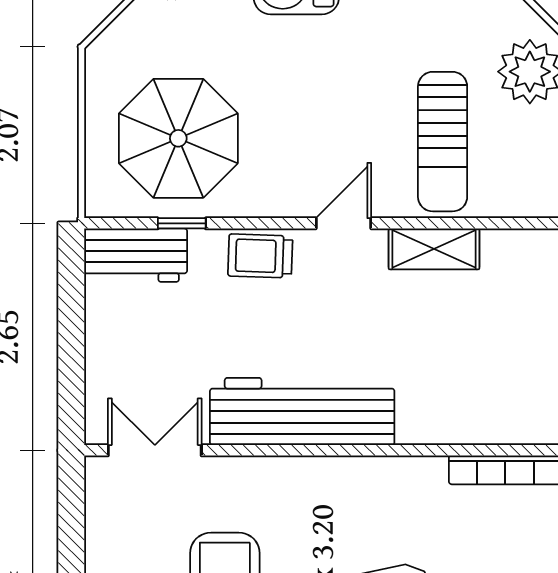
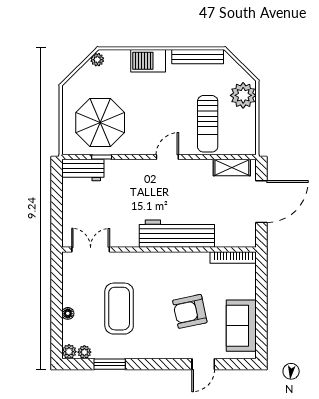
shelving: (434, 249) -> (232, 167), moved
trolley: (260, 256) -> (133, 170), removed
workbench: (302, 411) -> (177, 234), moved

